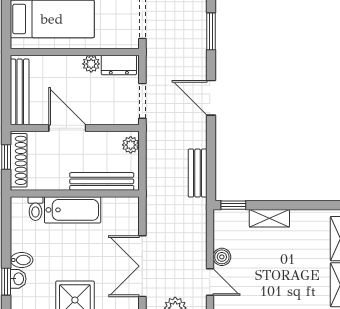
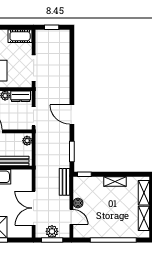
window: (211, 31) -> (72, 152), moved
bench: (198, 173) -> (64, 182), moved
shelving: (269, 218) -> (115, 182), moved

